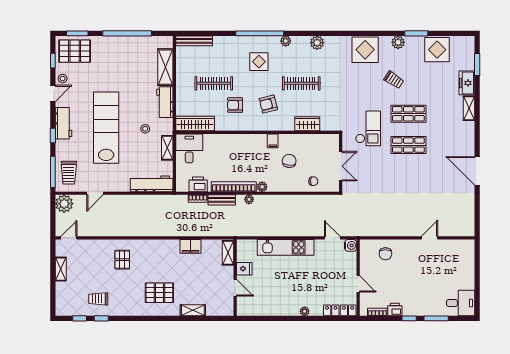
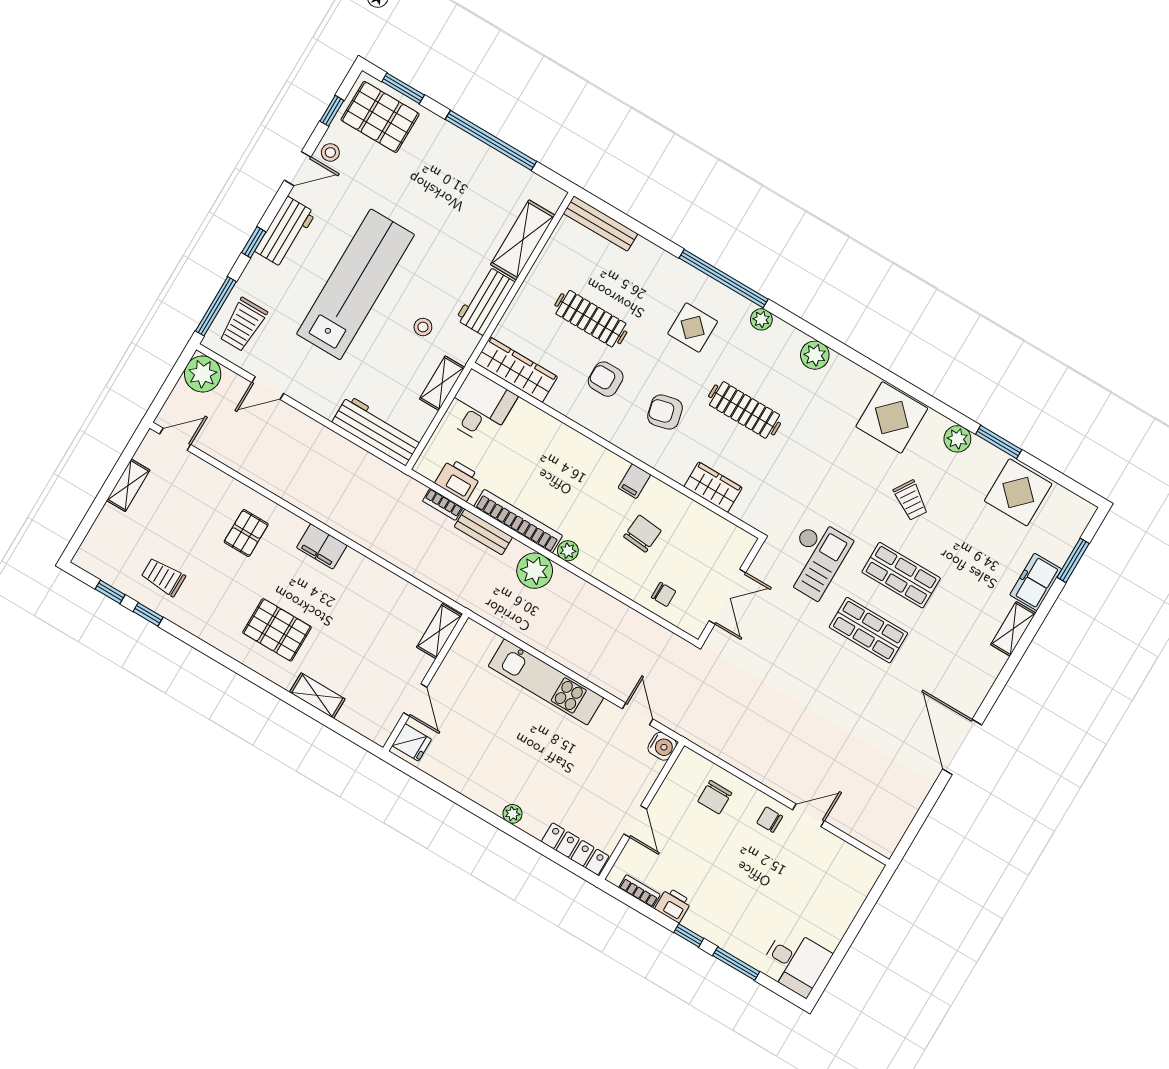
plant: (249, 199) -> (535, 571), width x1.88, depth x1.88
filing cabinet: (190, 246) -> (322, 546), moved
chair: (414, 249) -> (770, 820), added
fridge: (244, 269) -> (412, 742), moved

